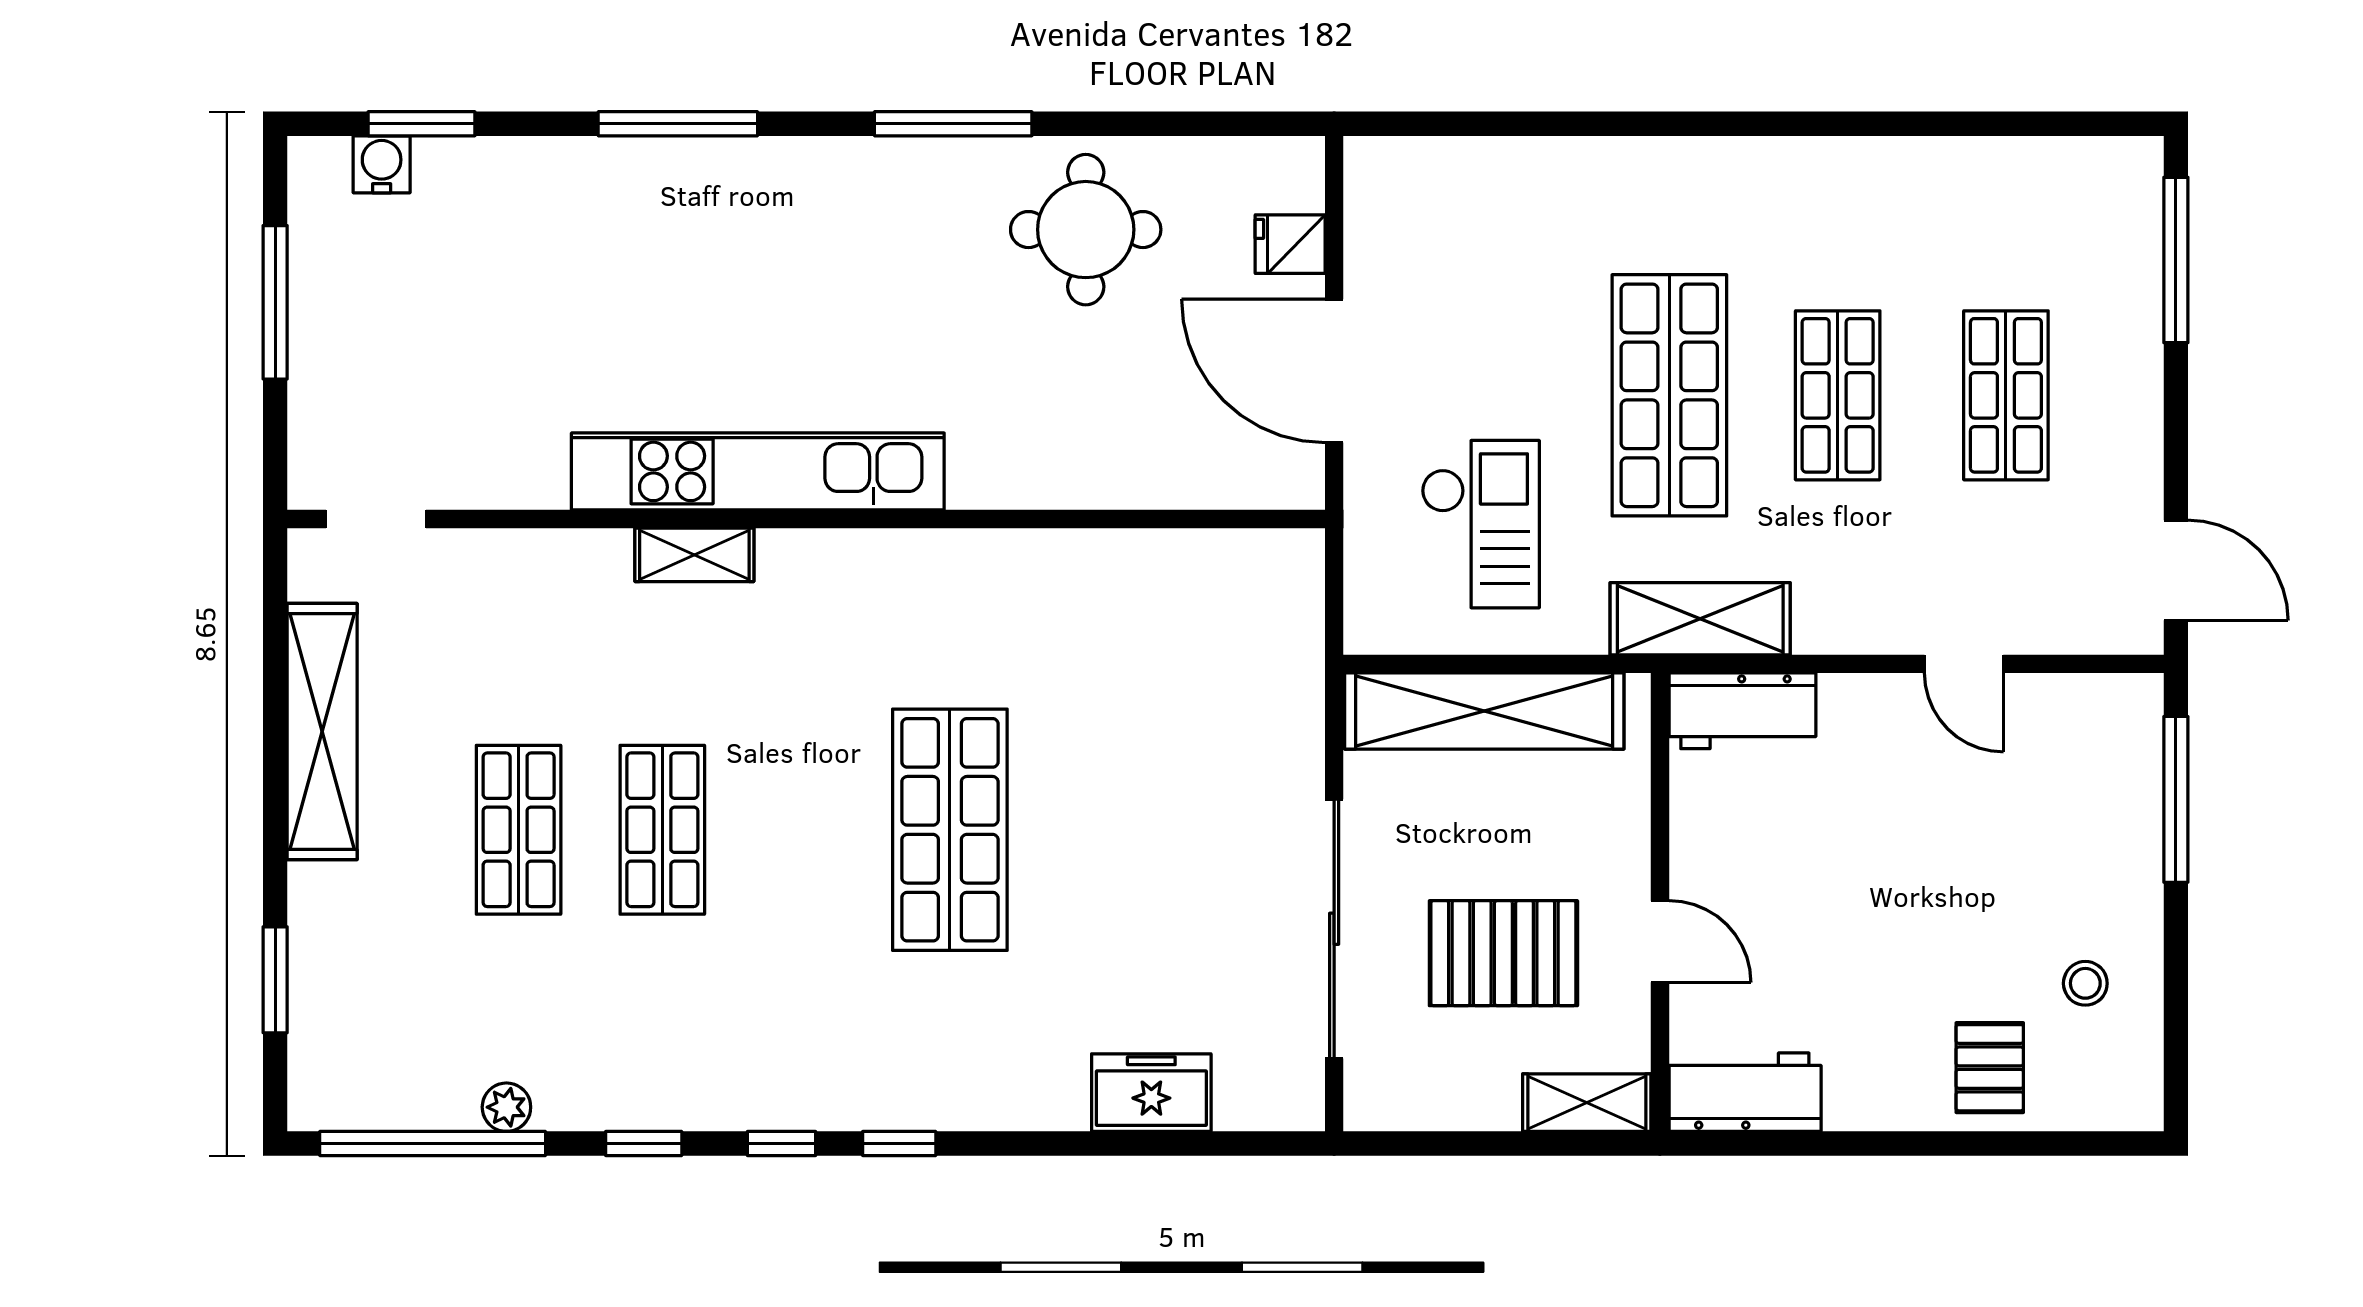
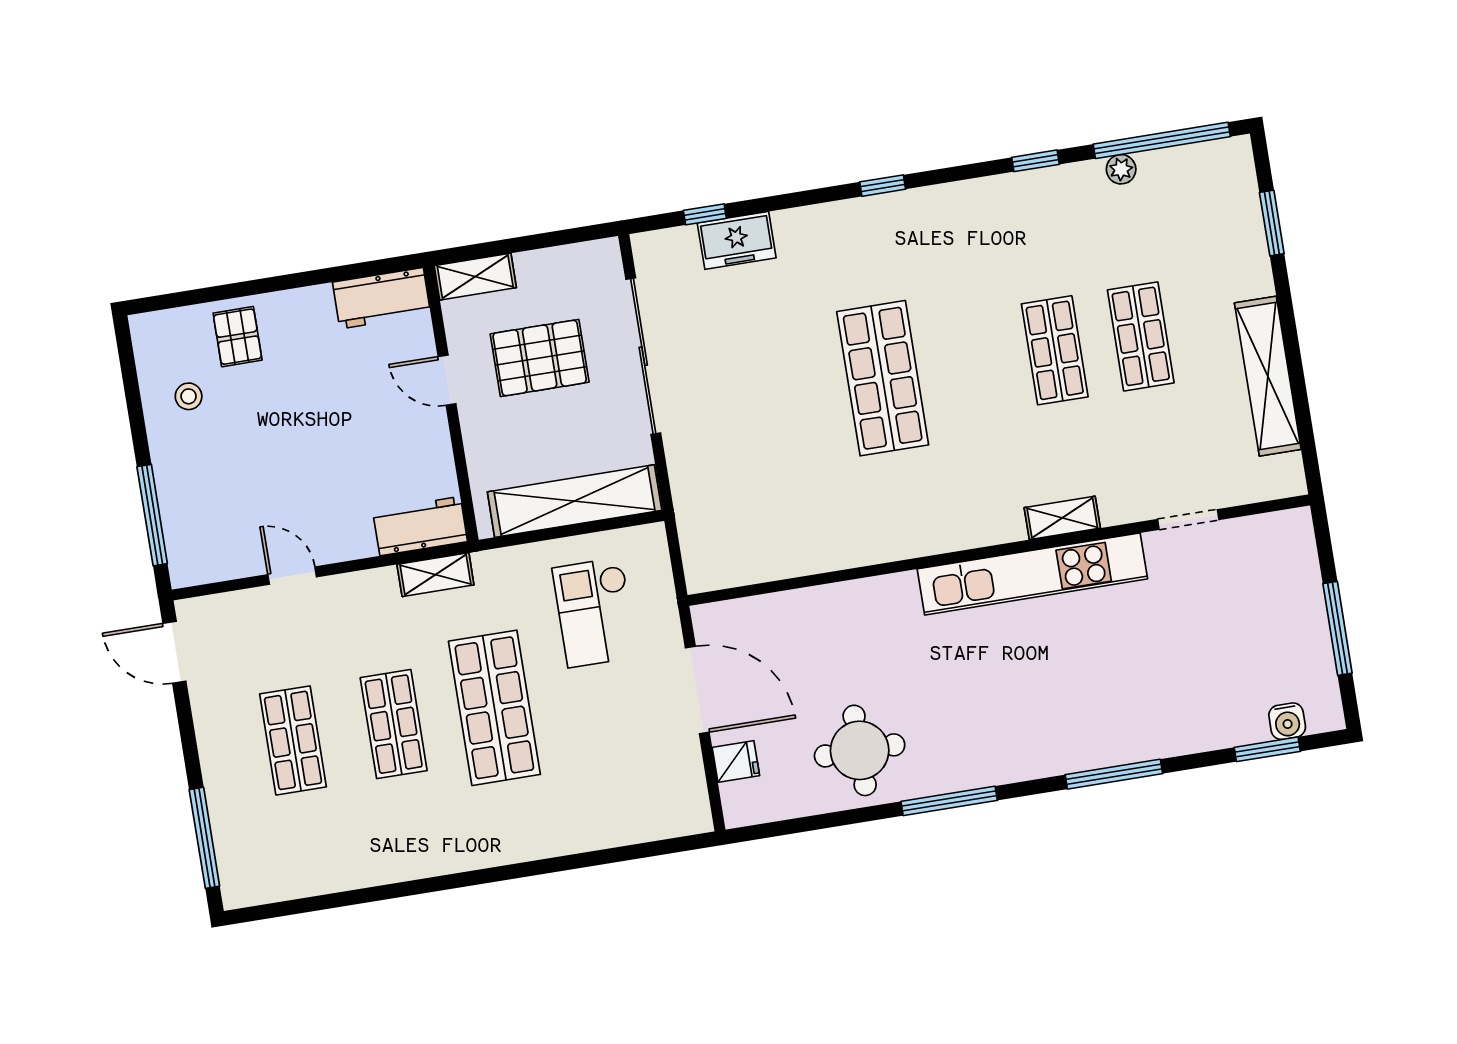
doorway: (376, 519) -> (1188, 519), moved
shelving: (1700, 619) -> (435, 575), width x0.67, depth x0.75
window: (782, 1144) -> (705, 214), moved

